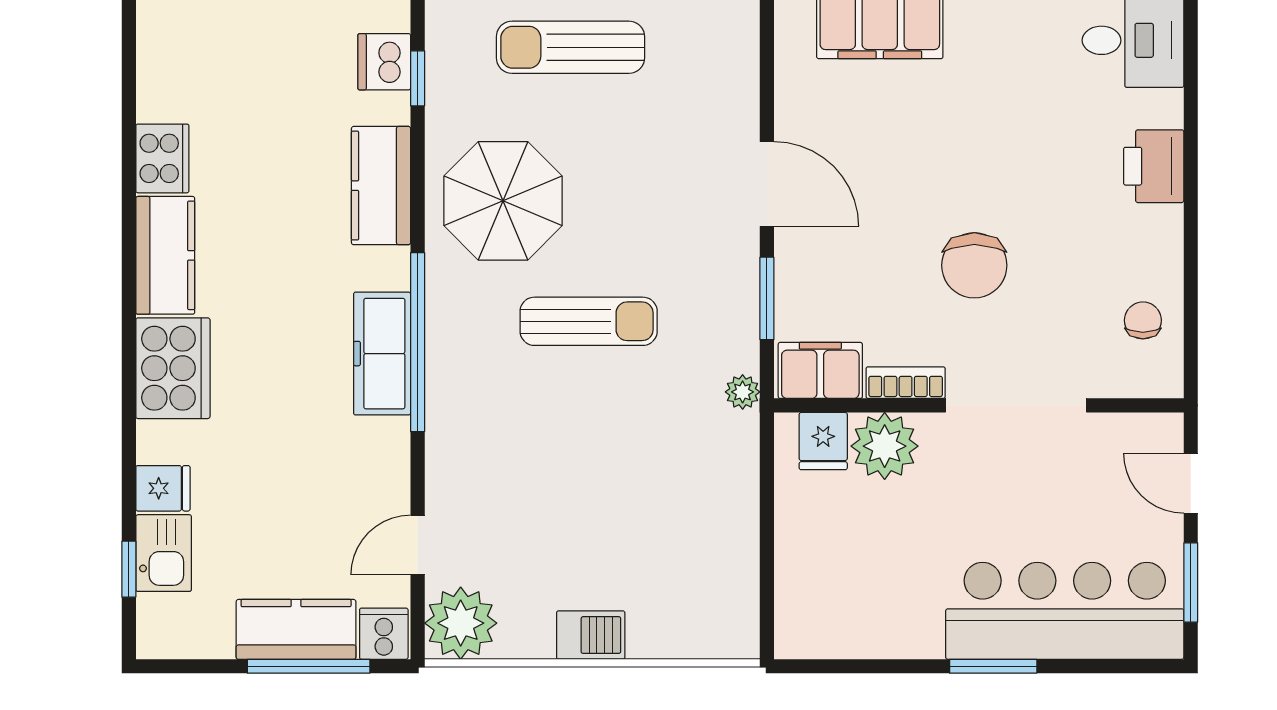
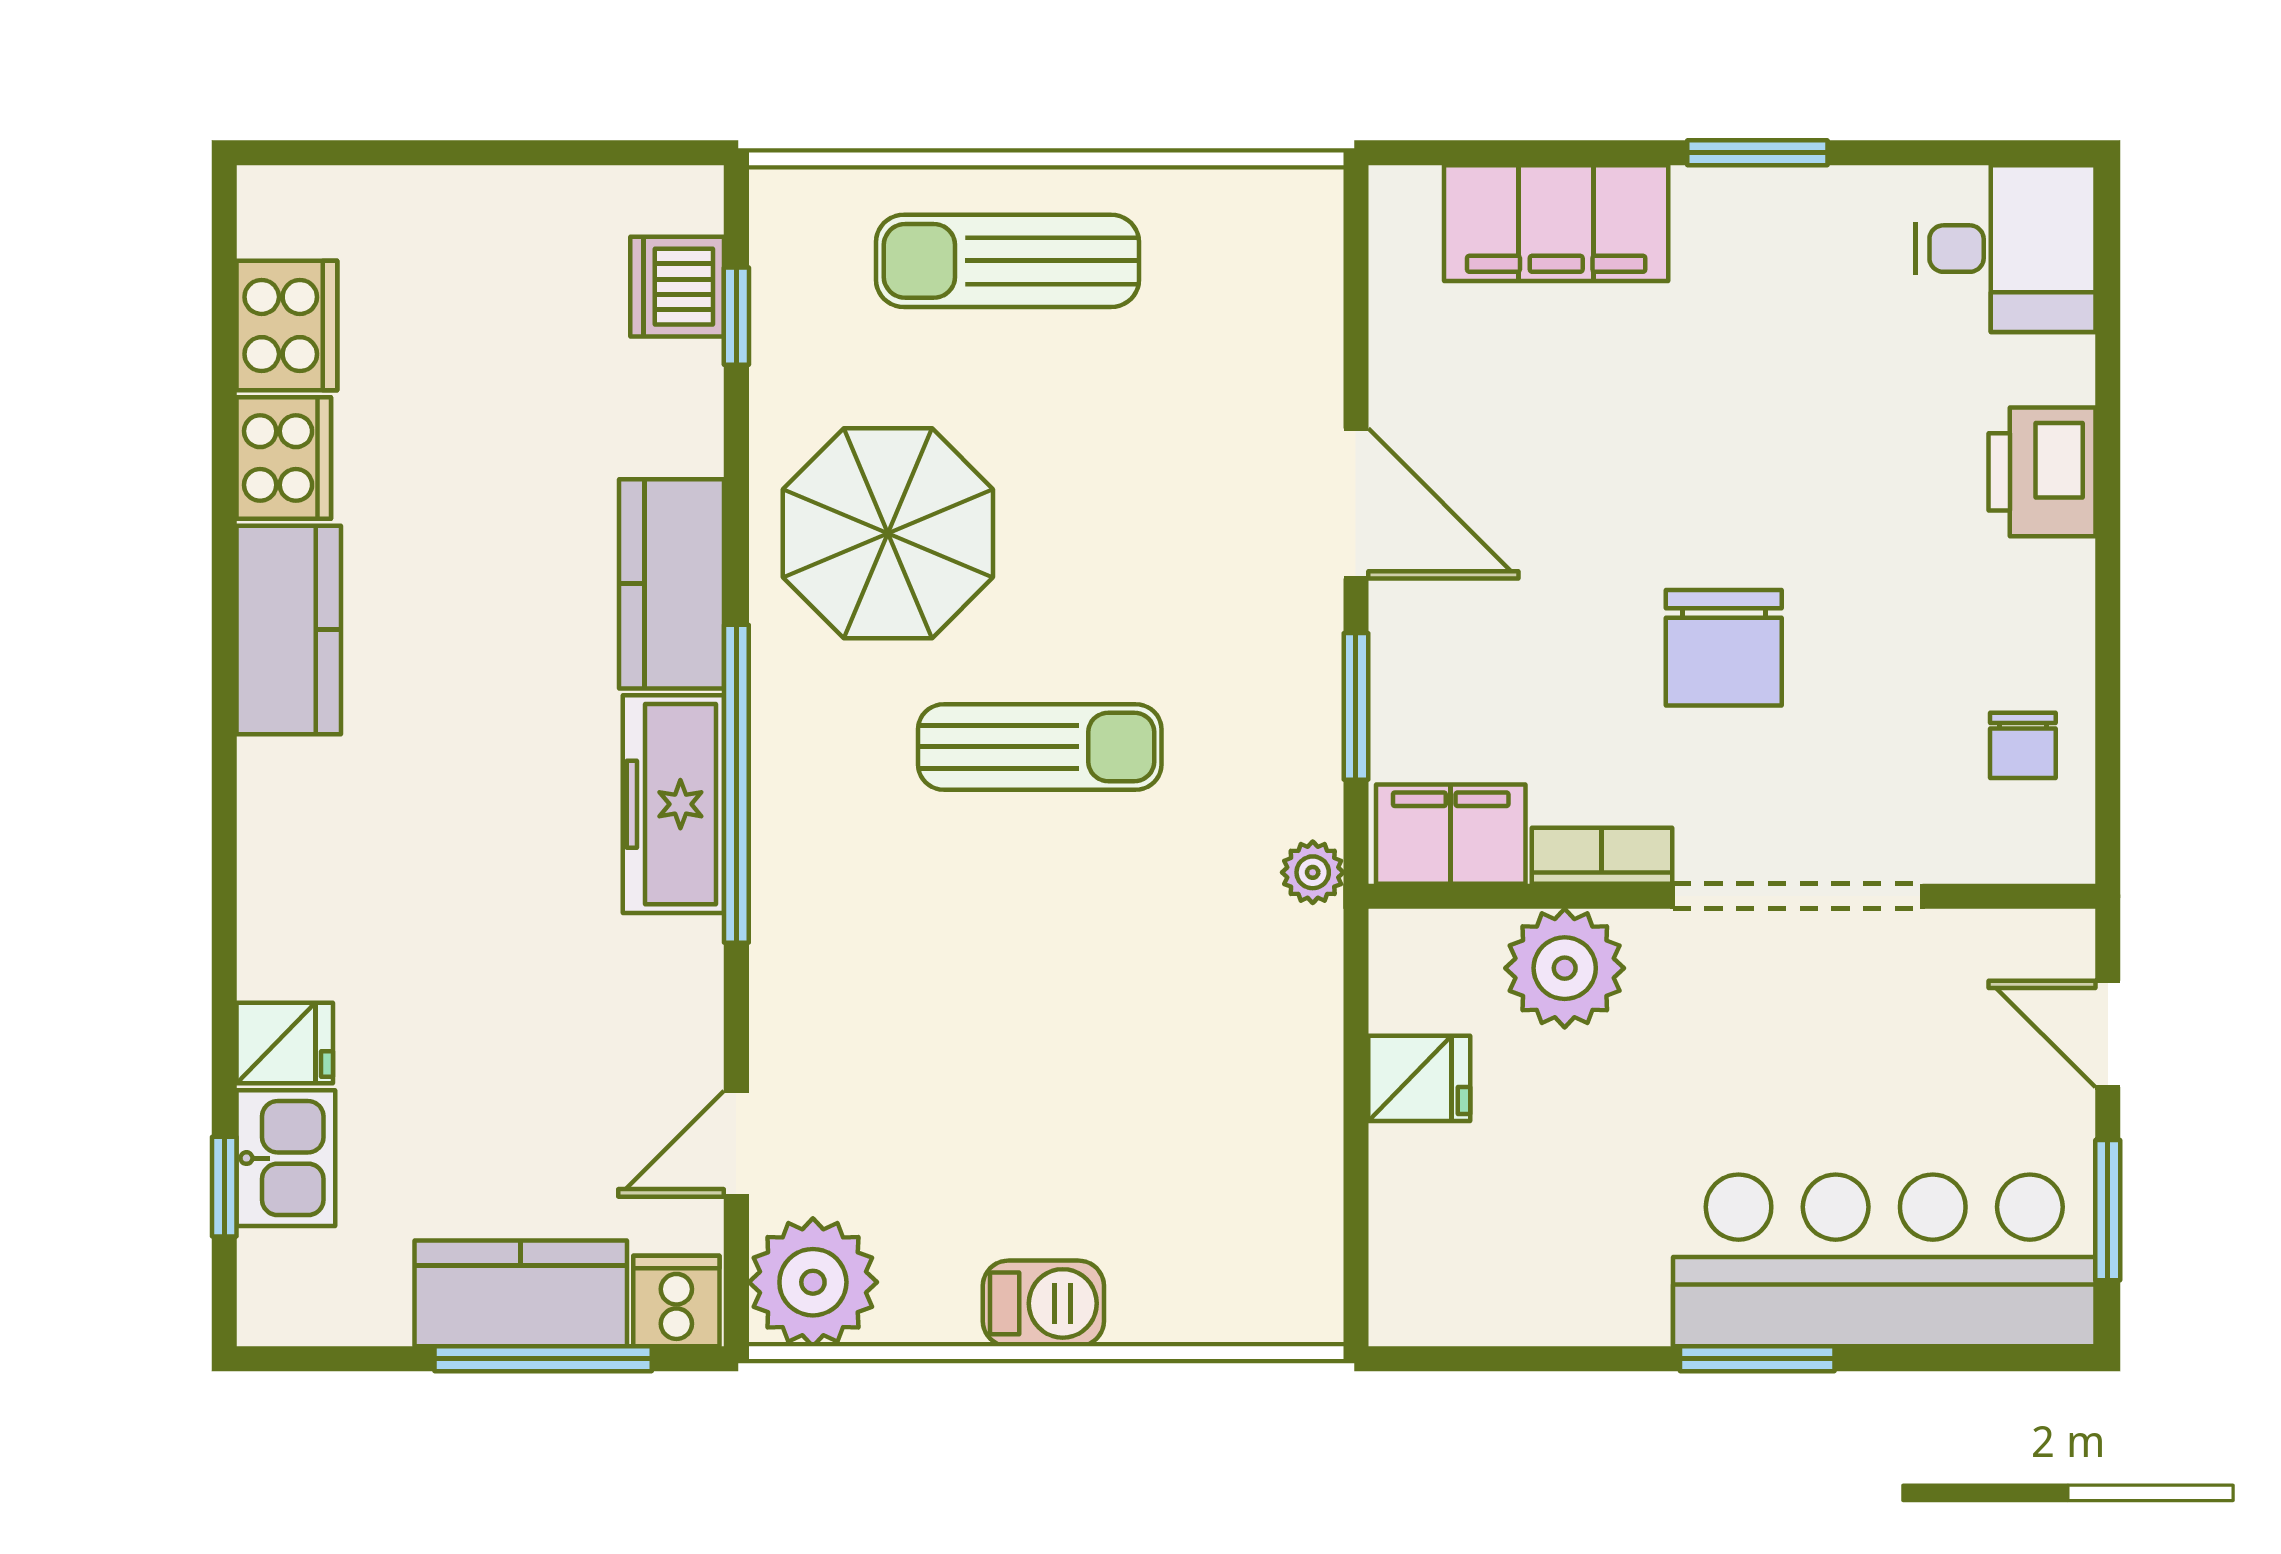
kitchen counter: (381, 186) -> (672, 584), moved
chair: (1143, 320) -> (2023, 745), turned 180
cooker: (173, 368) -> (287, 326), moved, width x0.73, depth x0.76
fridge: (823, 441) -> (1419, 1078), moved, turned -90

